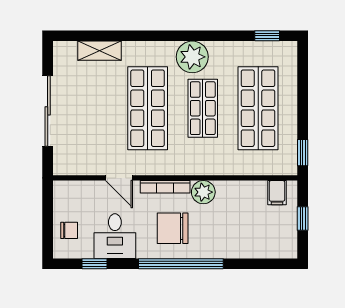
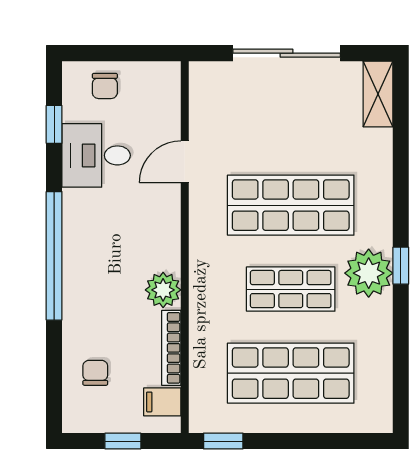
window: (267, 36) -> (401, 266), moved
shelving: (99, 51) -> (378, 94), moved
bookcase: (165, 187) -> (171, 348), moved
chair: (173, 228) -> (95, 373), moved, width x0.54, depth x0.54

